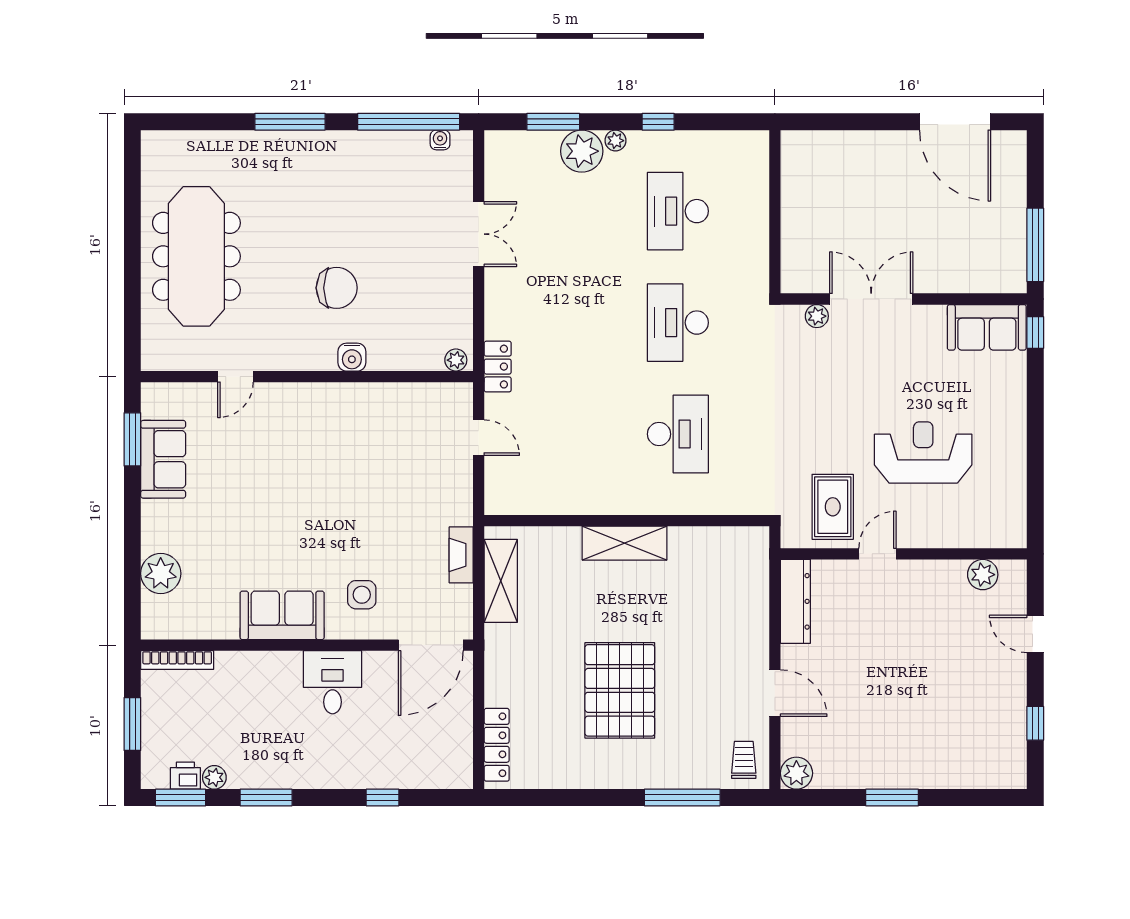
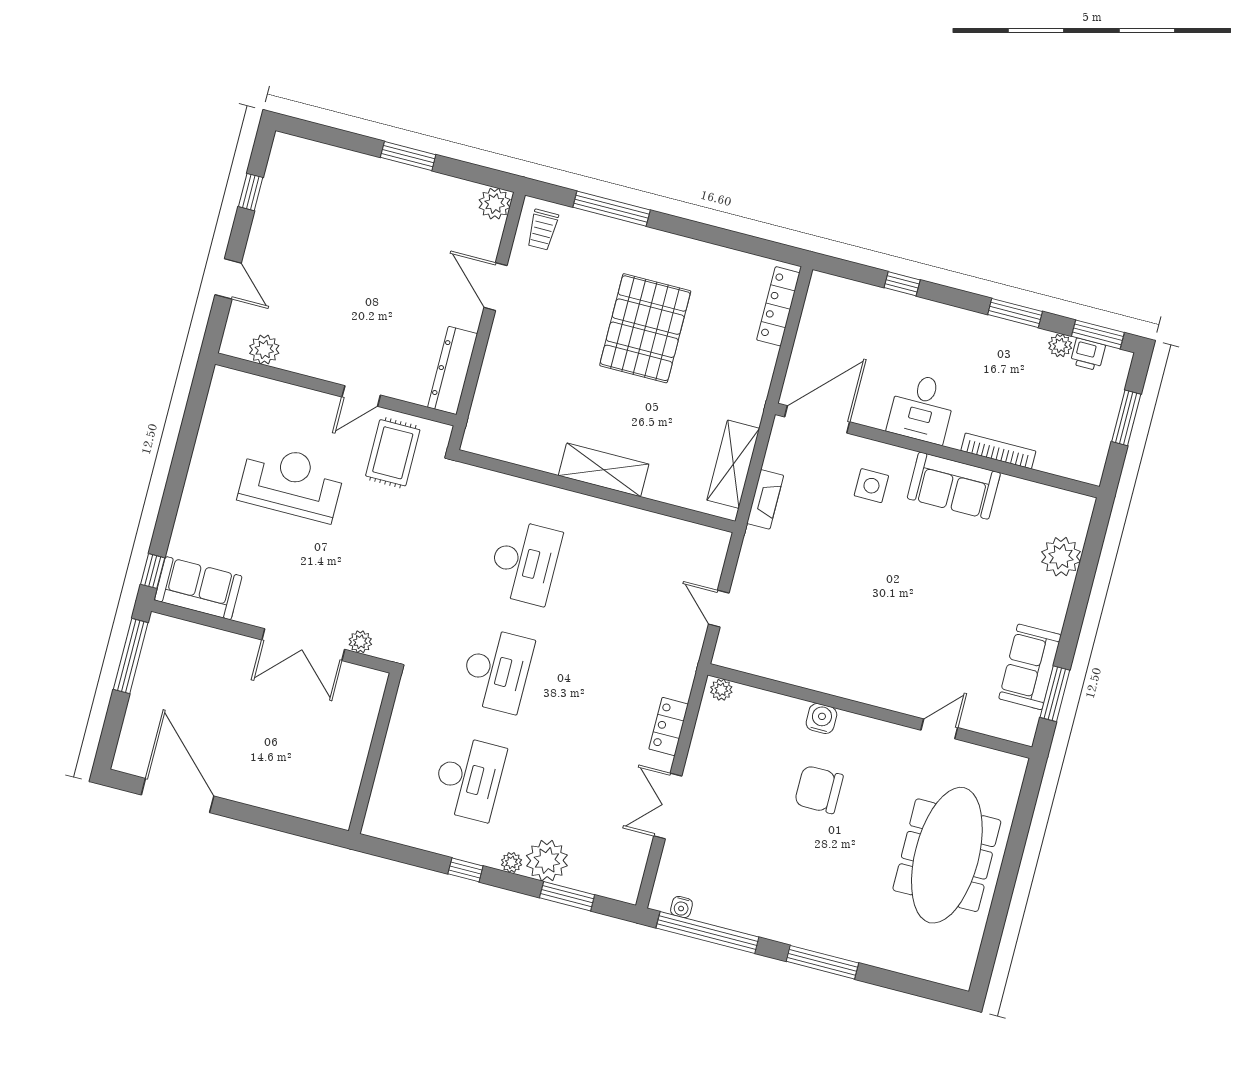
locker: (498, 367) -> (669, 726), moved
desk: (678, 434) -> (525, 562), turned 180
reception desk: (923, 453) -> (291, 483), turned 180
bookcase: (177, 660) -> (998, 451), moved

